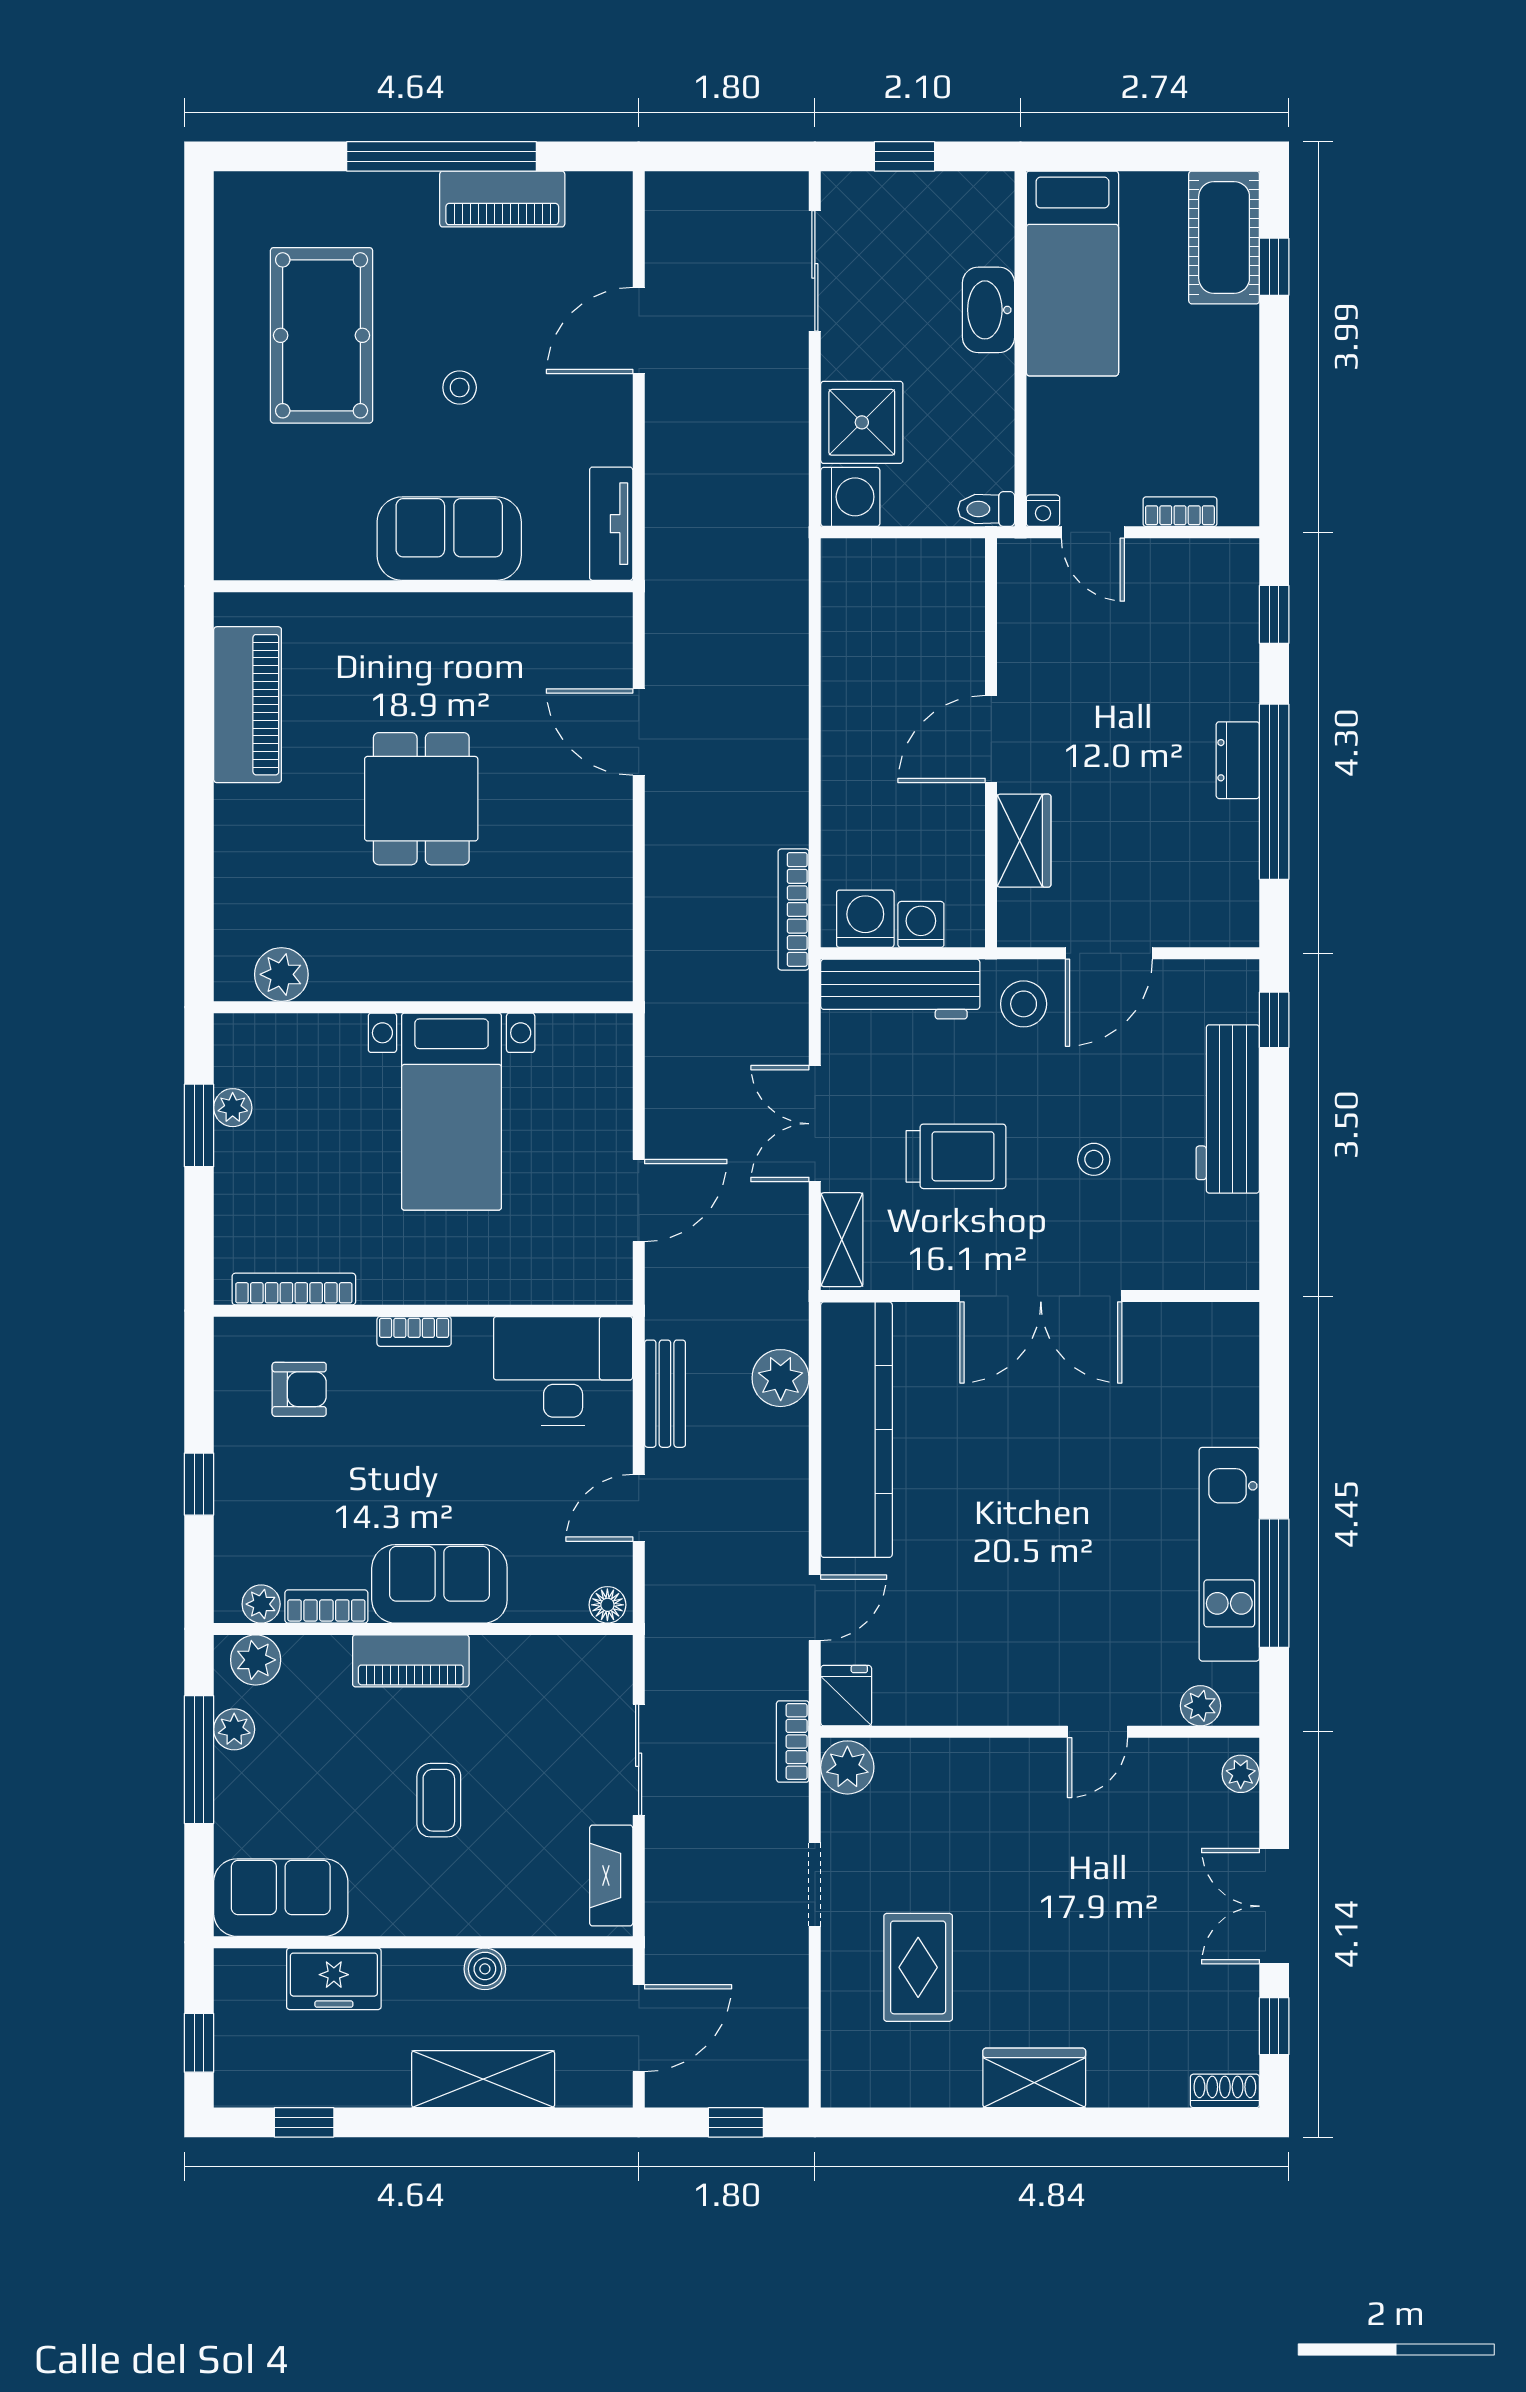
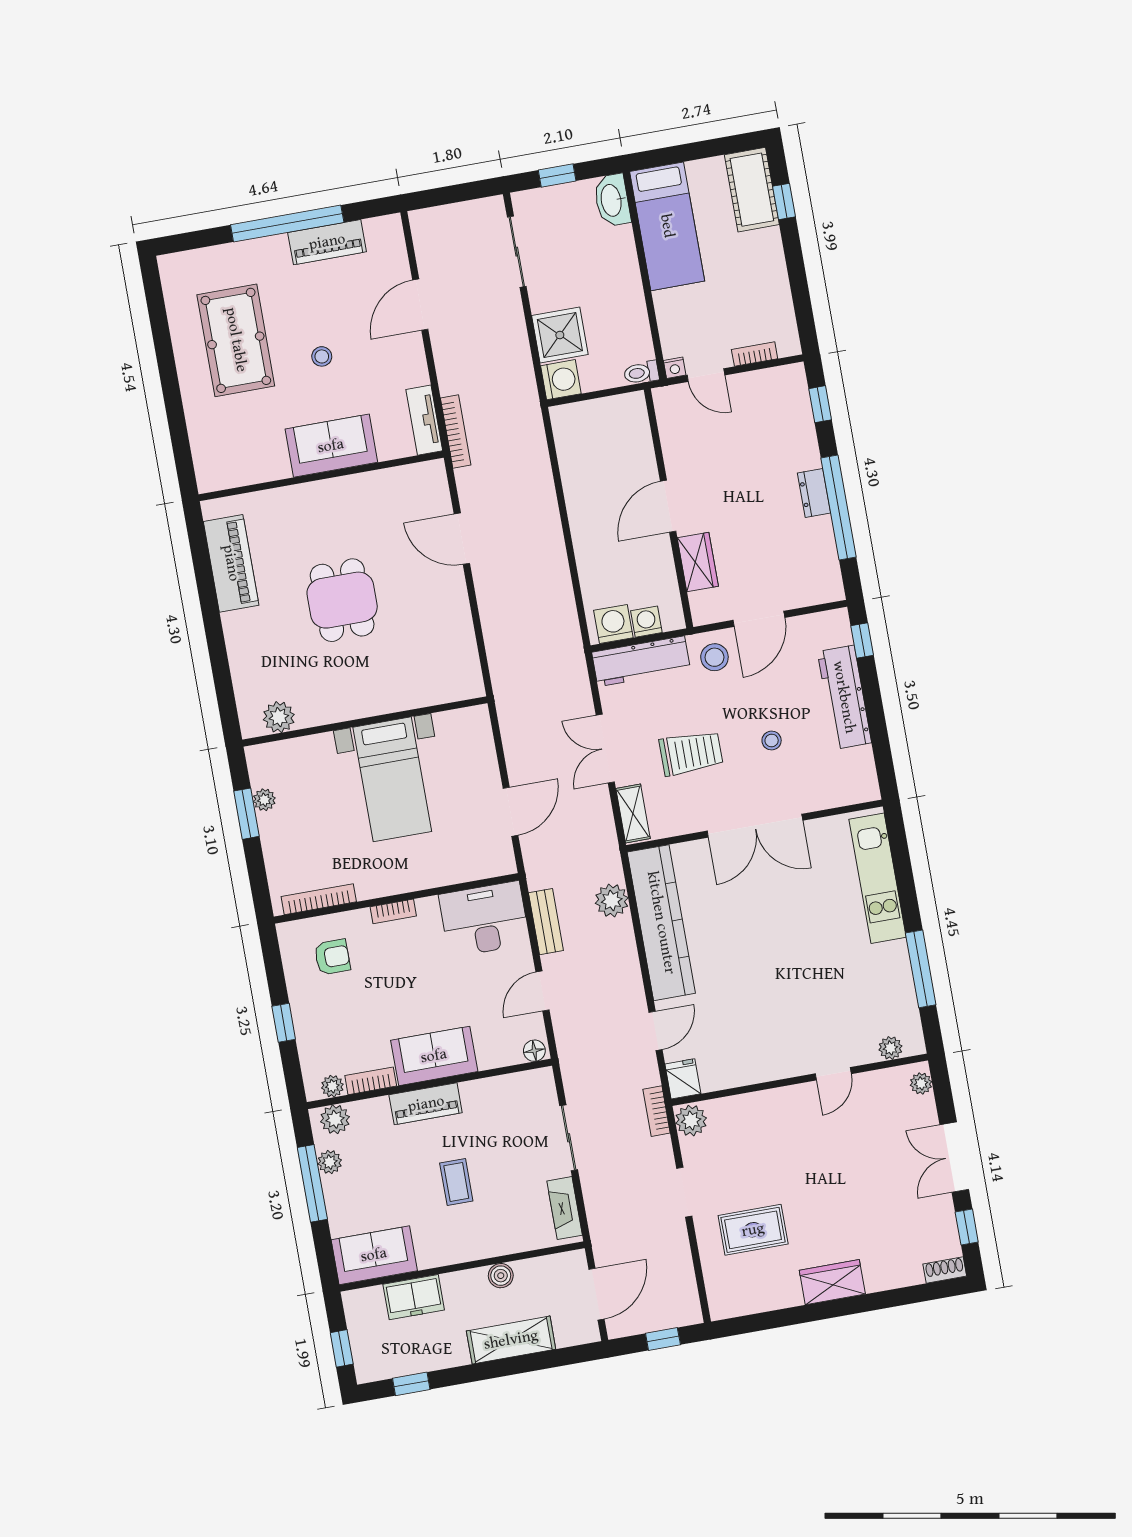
washbasin: (989, 310) -> (612, 200), moved
bookcase: (794, 909) -> (456, 431), moved, turned 180
kitchen unit: (1229, 1554) -> (878, 878), moved
rug: (918, 1967) -> (753, 1230), turned 90

